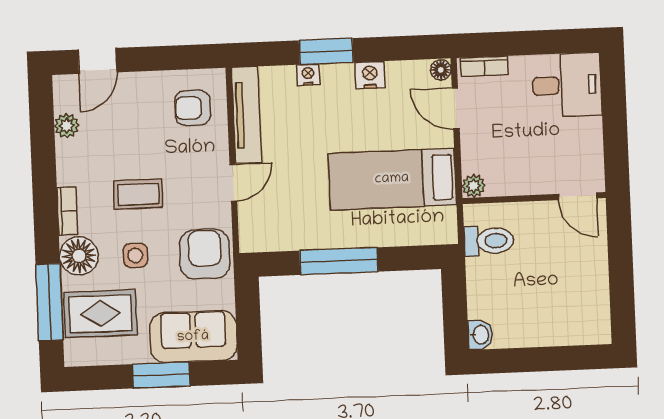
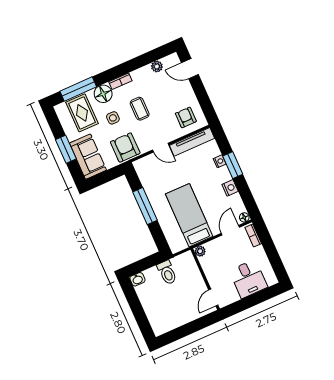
desk: (567, 85) -> (248, 279), moved
toilet: (489, 241) -> (167, 272), moved
armchair: (205, 254) -> (125, 147), turned -90

